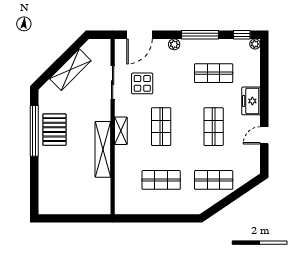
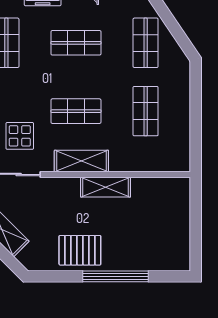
window: (34, 131) -> (116, 276), moved
shelving: (121, 131) -> (81, 161), width x1.50, depth x1.33
shelving: (103, 149) -> (106, 187), width x0.68

